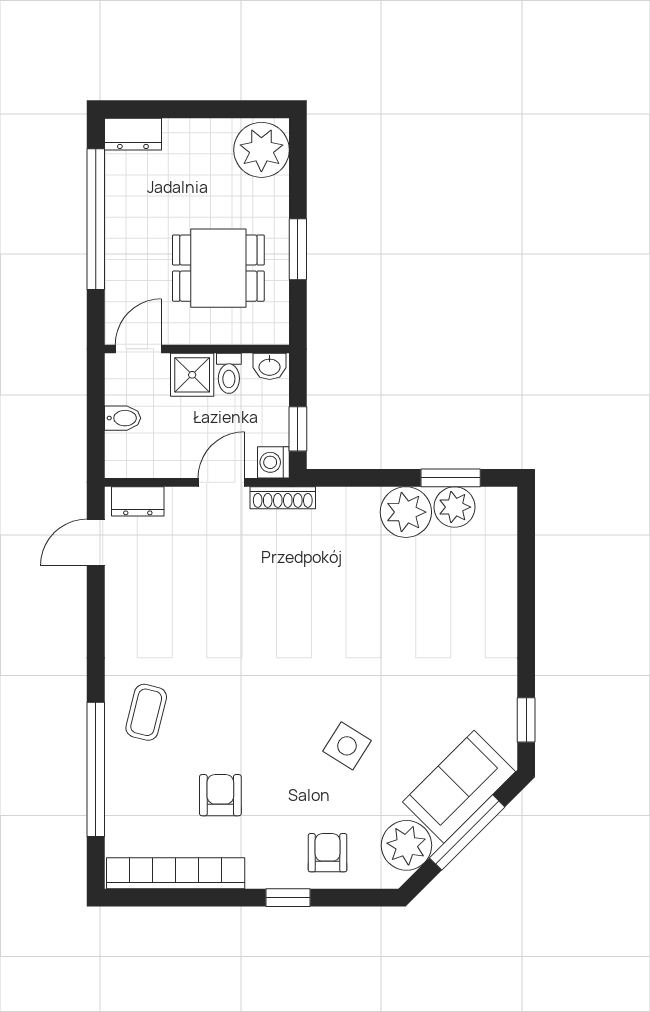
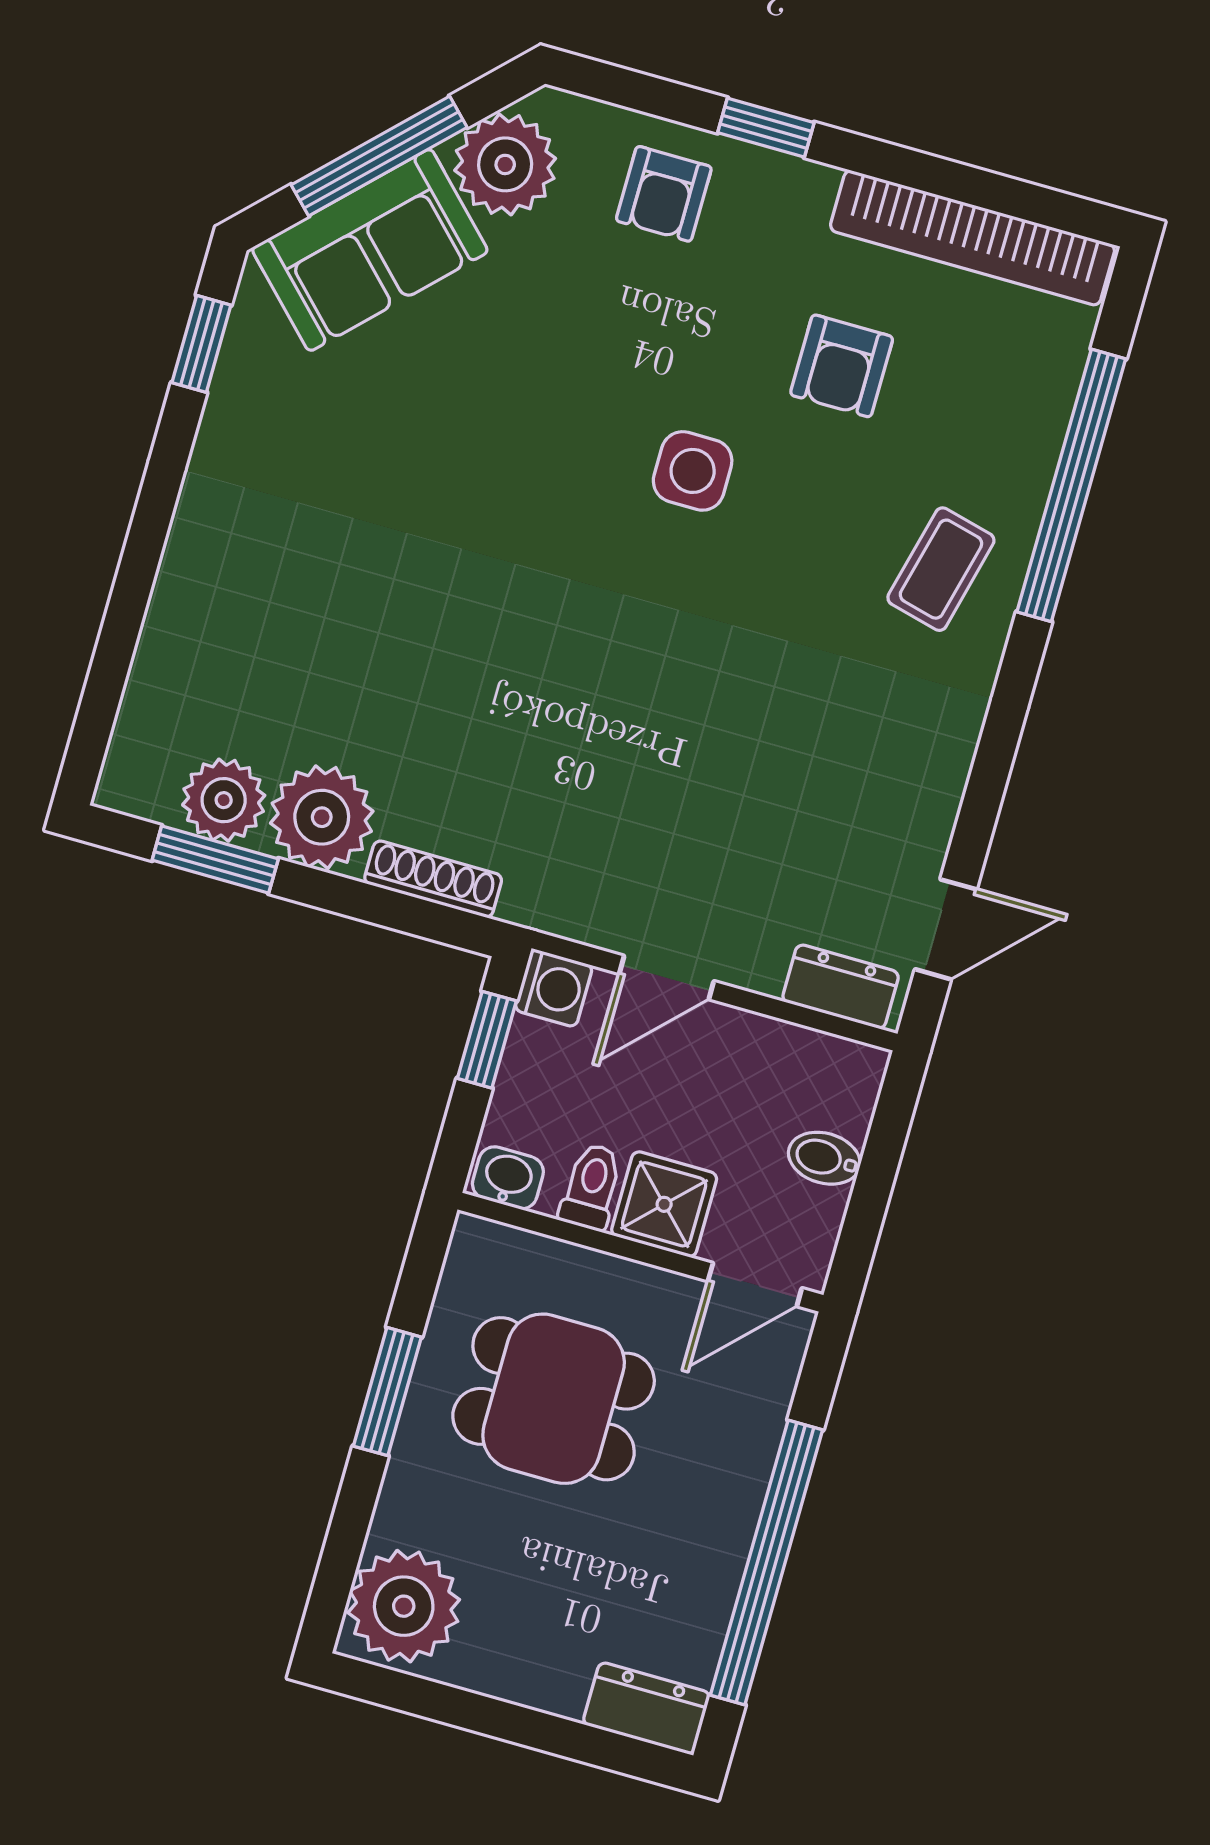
shoe rack: (283, 498) -> (433, 879), moved
side table: (347, 746) -> (693, 471), moved, turned -32

